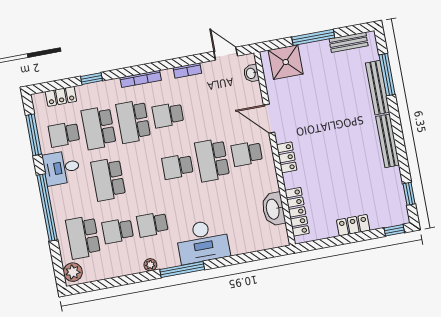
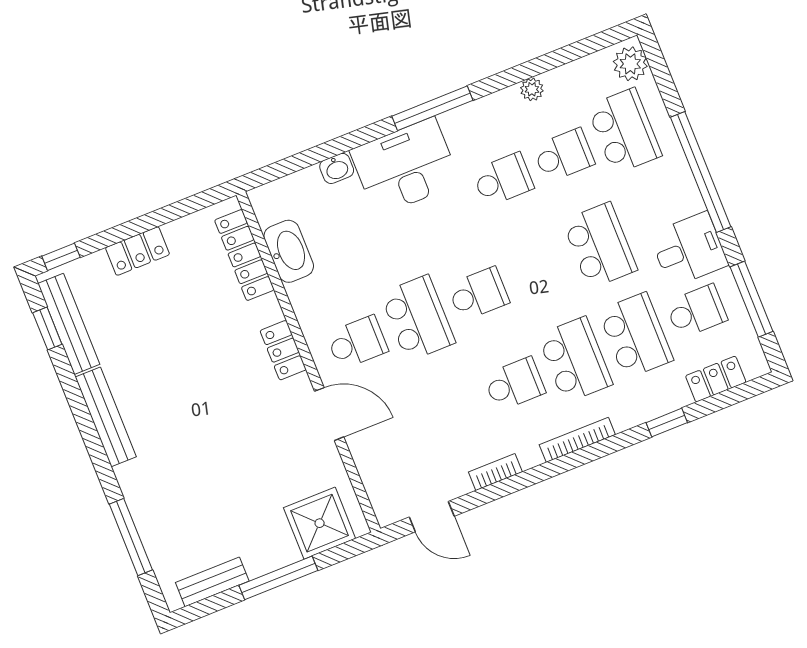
washbasin: (251, 73) -> (337, 168), moved, turned 90
bench: (378, 88) -> (69, 324), moved
plant: (150, 265) -> (532, 89), moved

